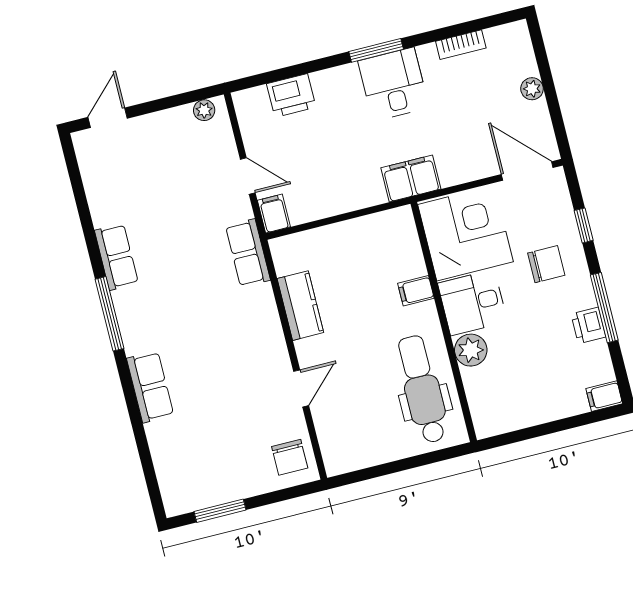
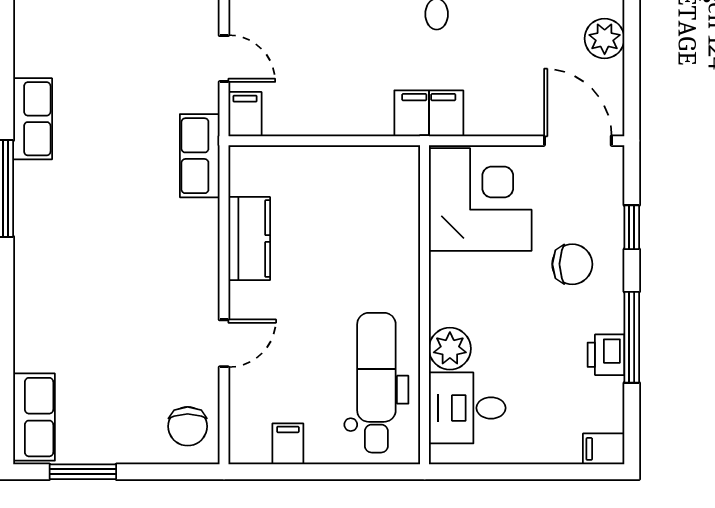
plant: (532, 89) -> (605, 39), width x1.38, depth x1.38
filing cabinet: (416, 291) -> (288, 444), moved, turned 90
desk: (473, 303) -> (467, 408), moved
row of seats: (150, 387) -> (34, 417), moved

